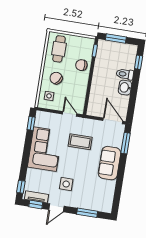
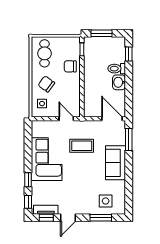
window: (31, 123) -> (28, 180), moved
side table: (66, 184) -> (106, 201), moved

